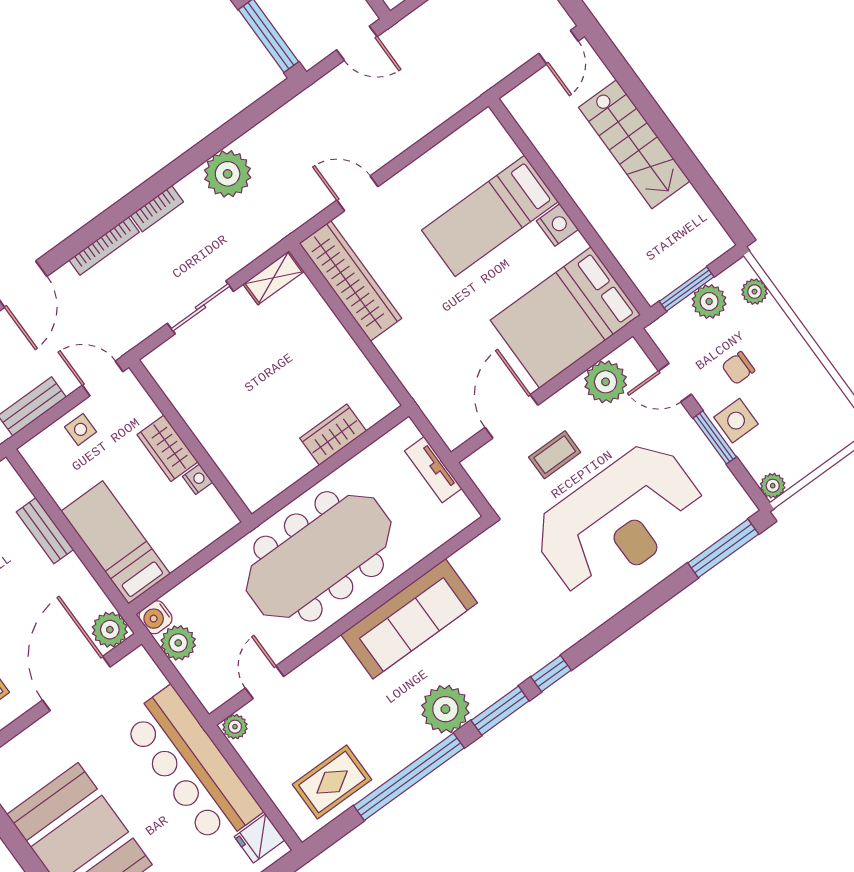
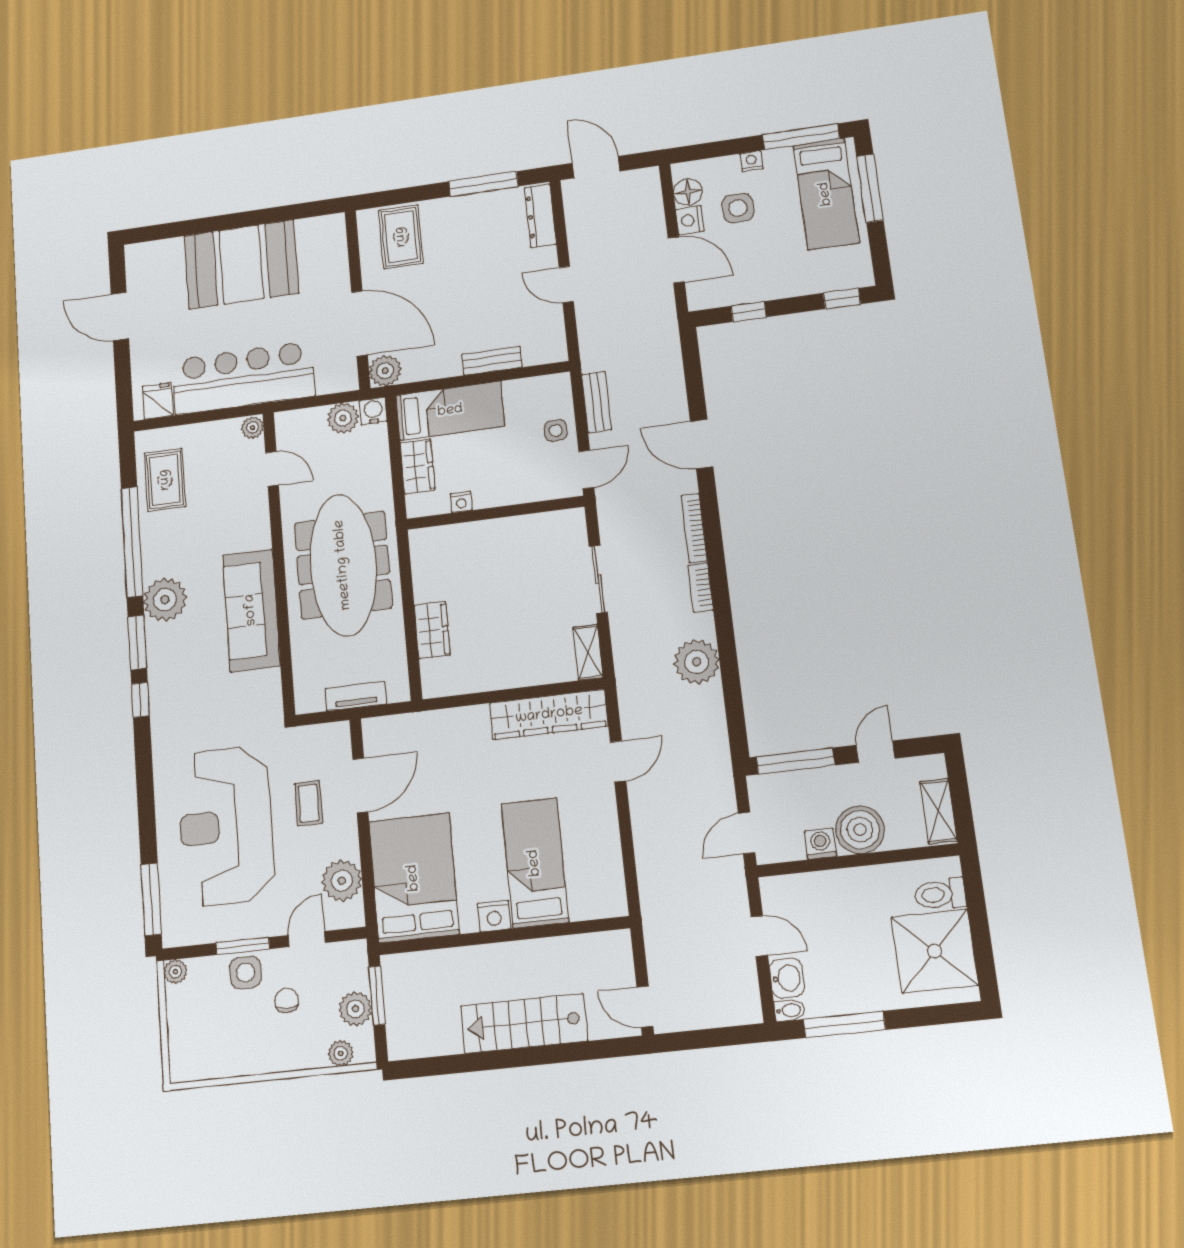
door: (511, 416) -> (360, 785), hinge flipped
wardrobe: (167, 448) -> (418, 466), moved, turned 90

